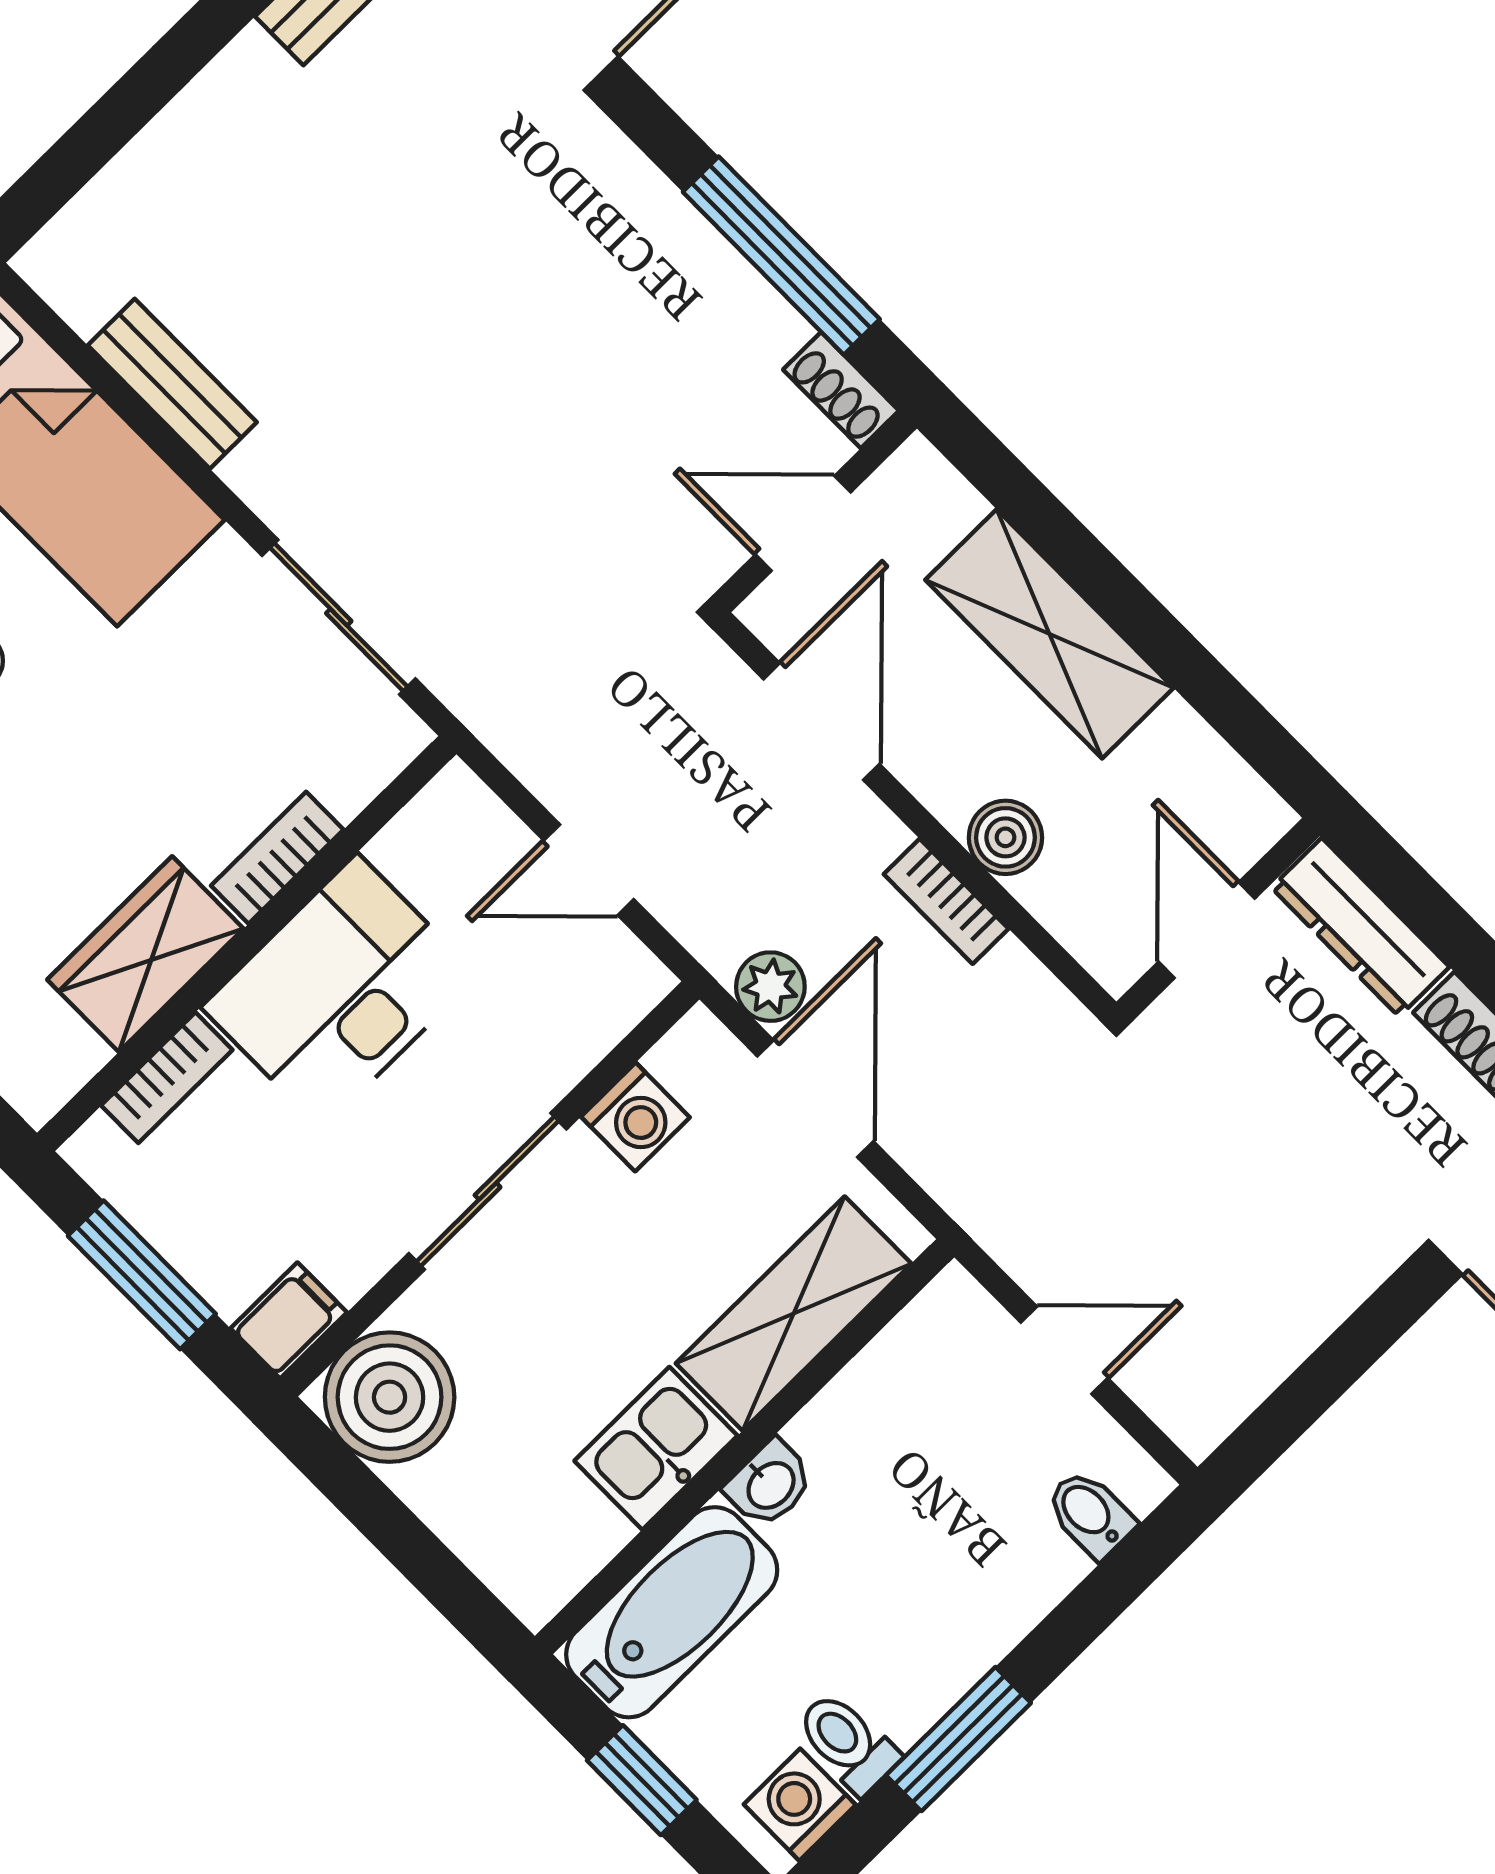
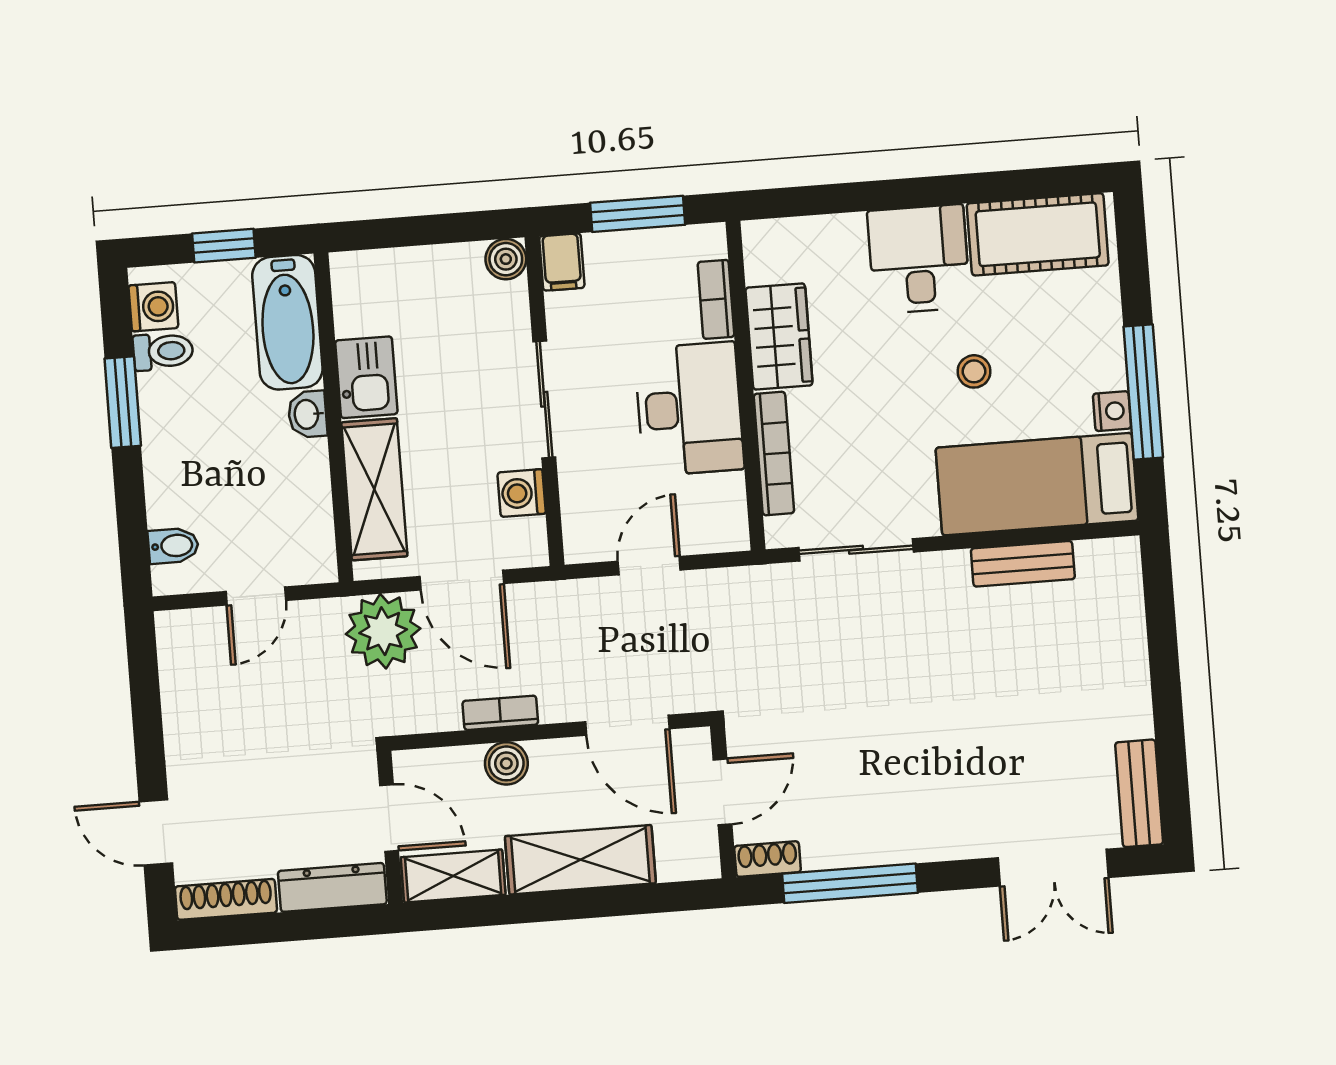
shelving: (1212, 782) -> (453, 876), added
bookcase: (277, 858) -> (774, 454), width x1.56
plant: (770, 987) -> (383, 631), moved, width x1.87, depth x1.87
boiler: (390, 1397) -> (506, 259), width x0.54, depth x0.54

